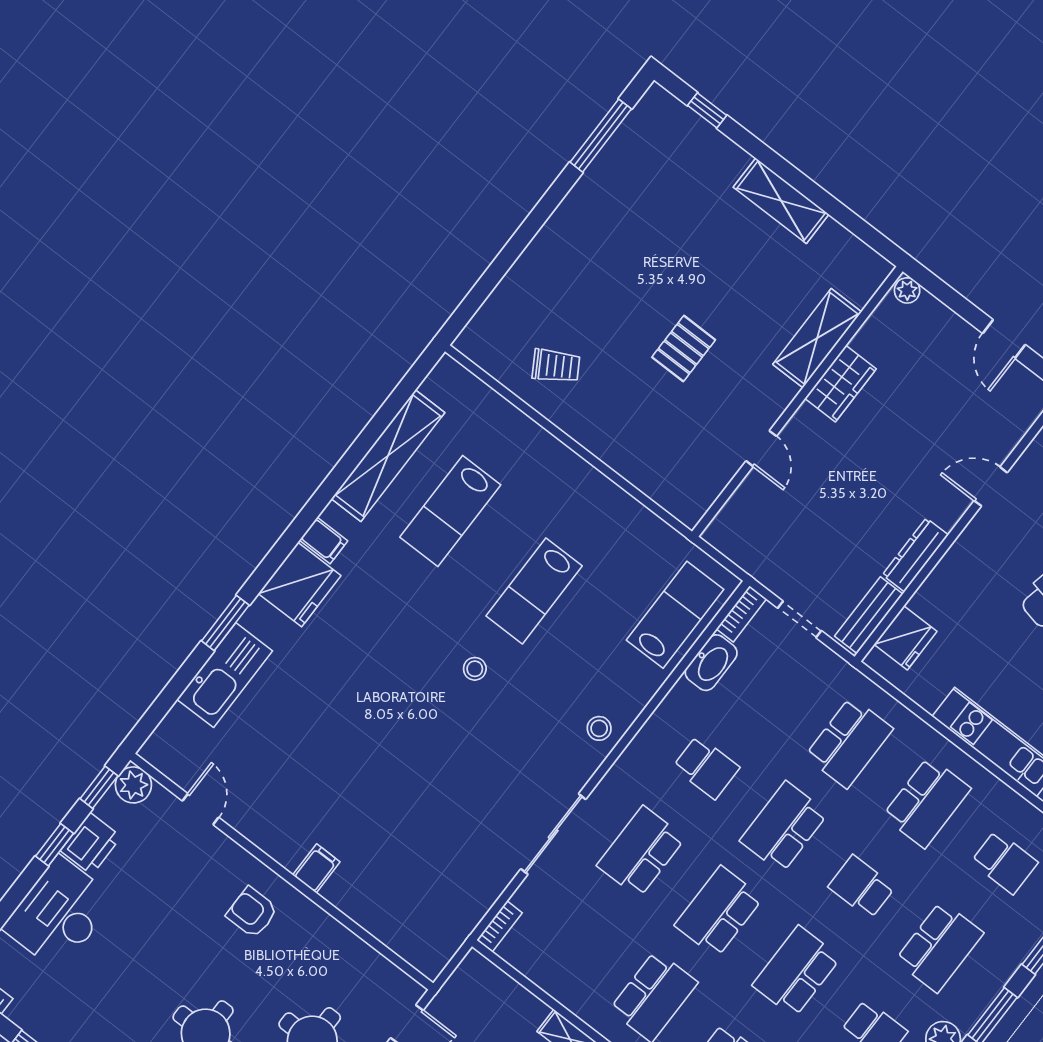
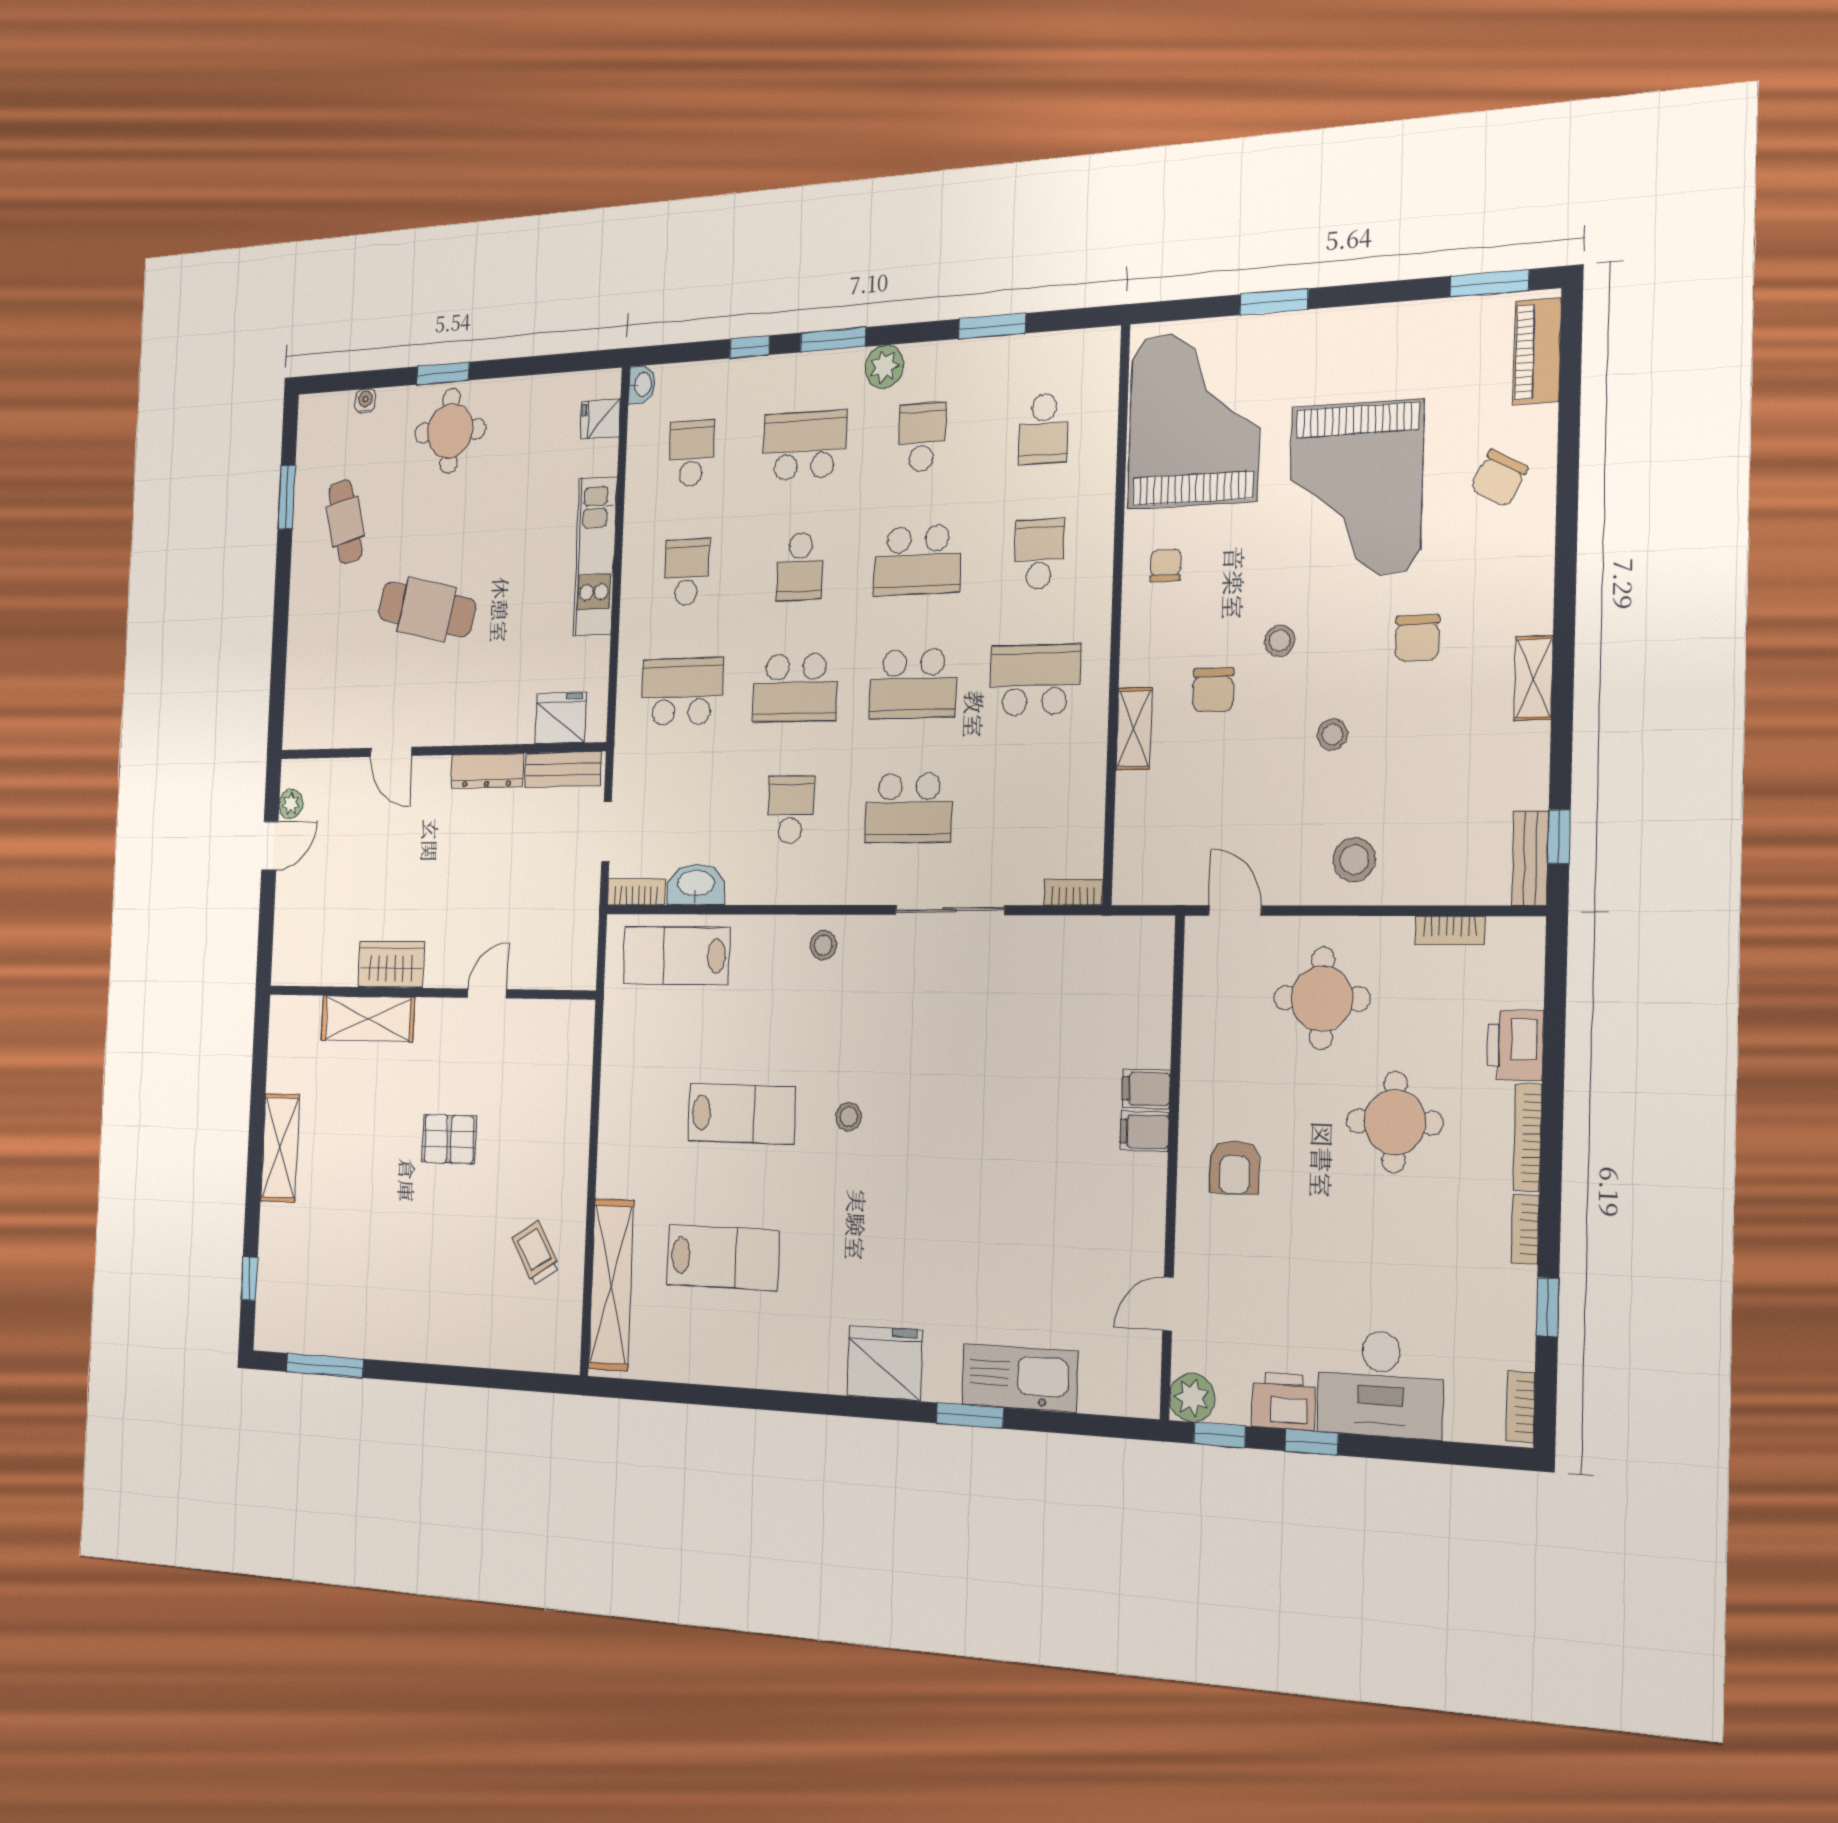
plant: (907, 290) -> (291, 804), moved
shelving: (388, 456) -> (611, 1285), moved, turned 90
filing cabinet: (324, 540) -> (1146, 1089), moved, turned -90
school desk: (927, 802) -> (687, 572), width x0.54

